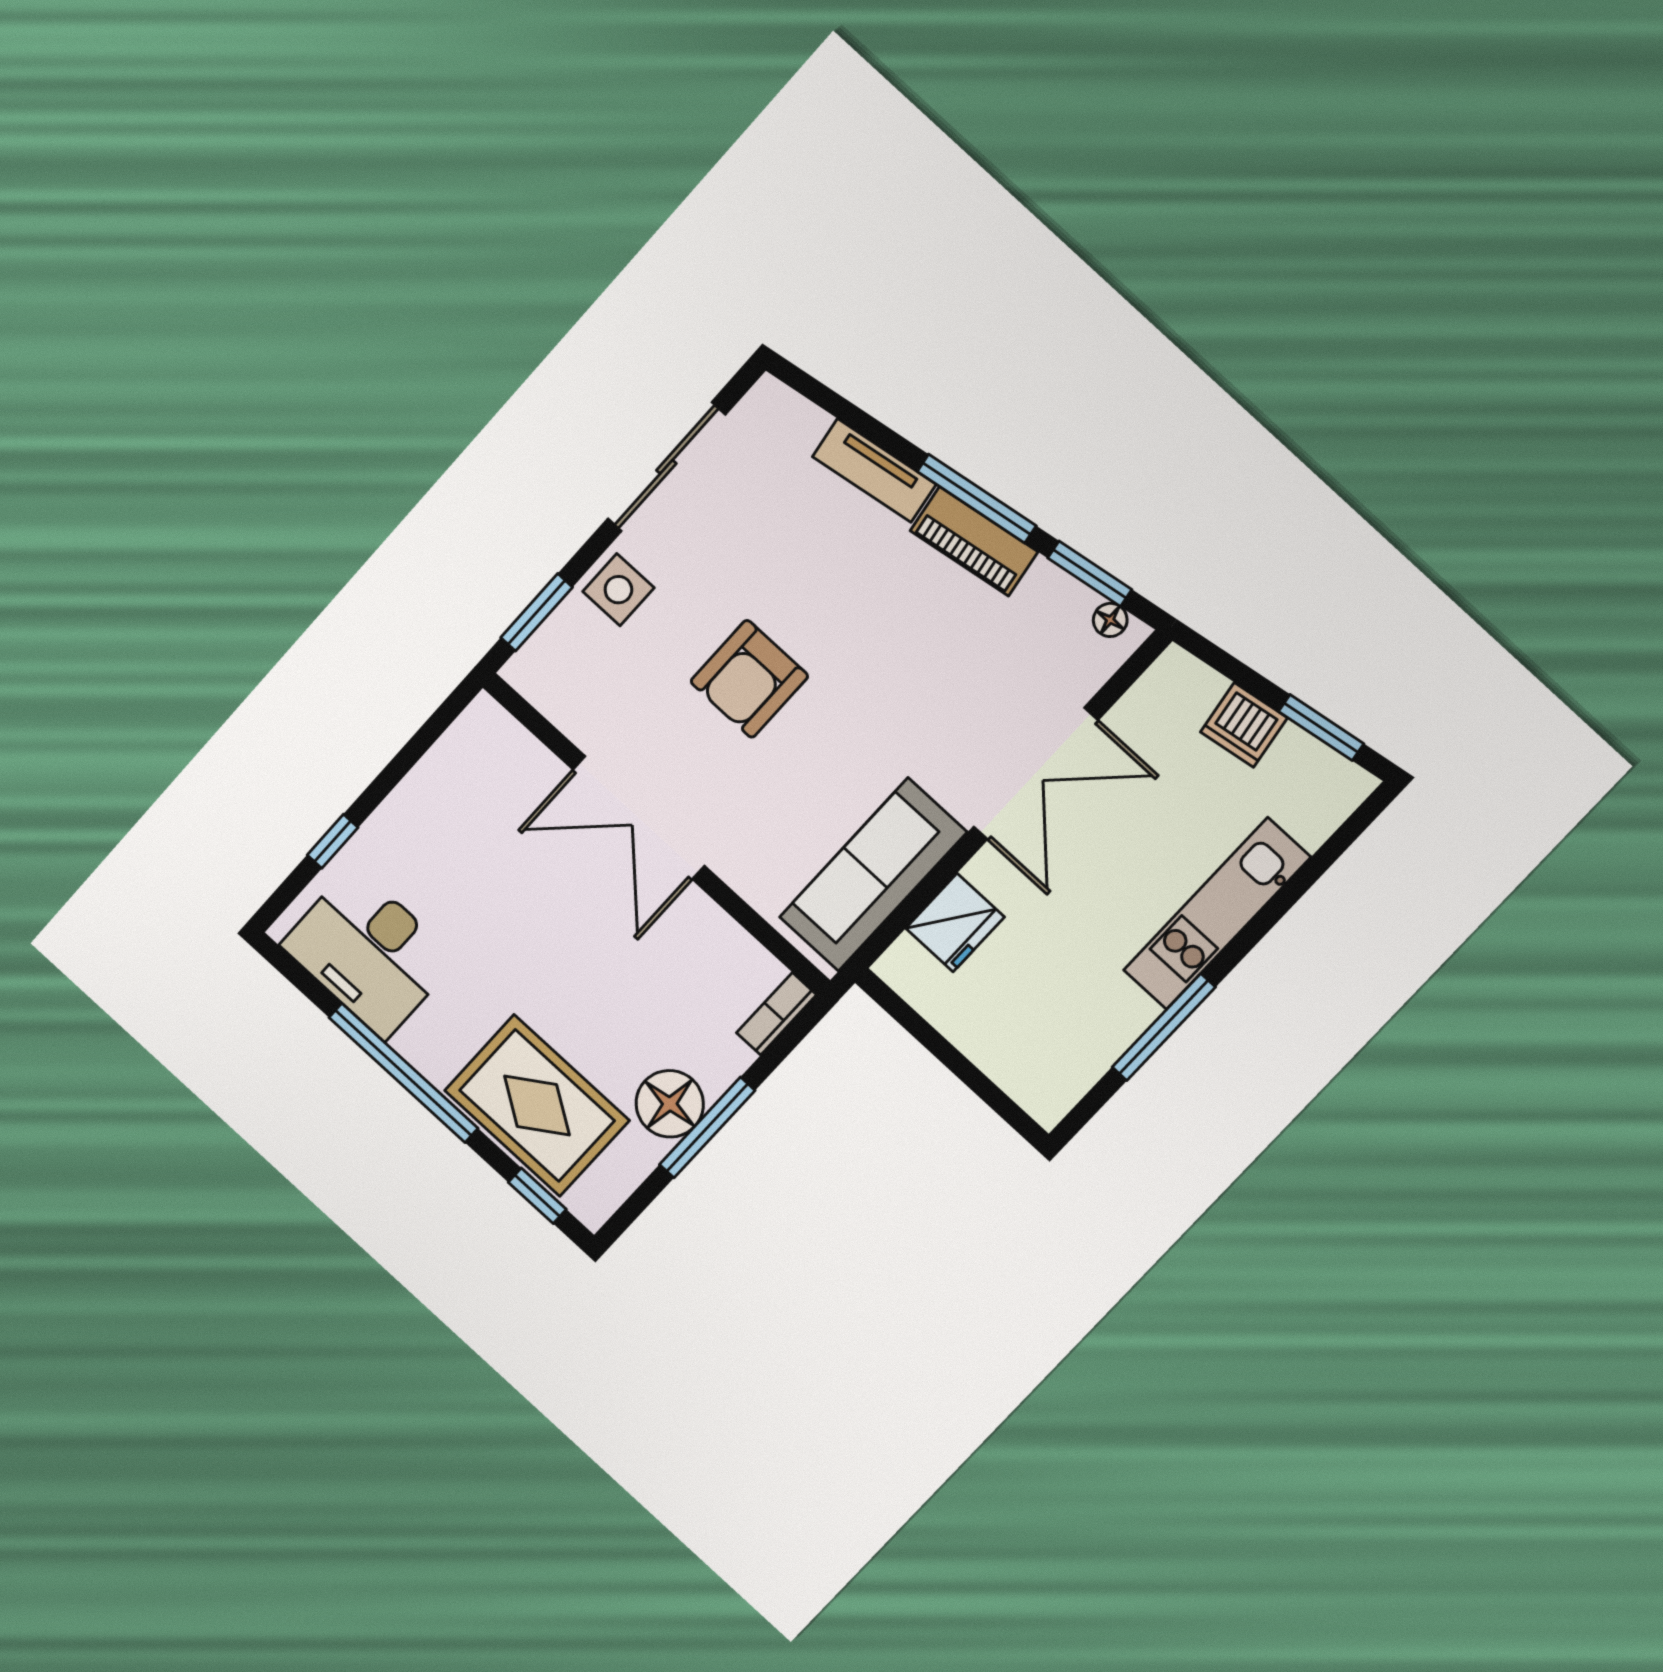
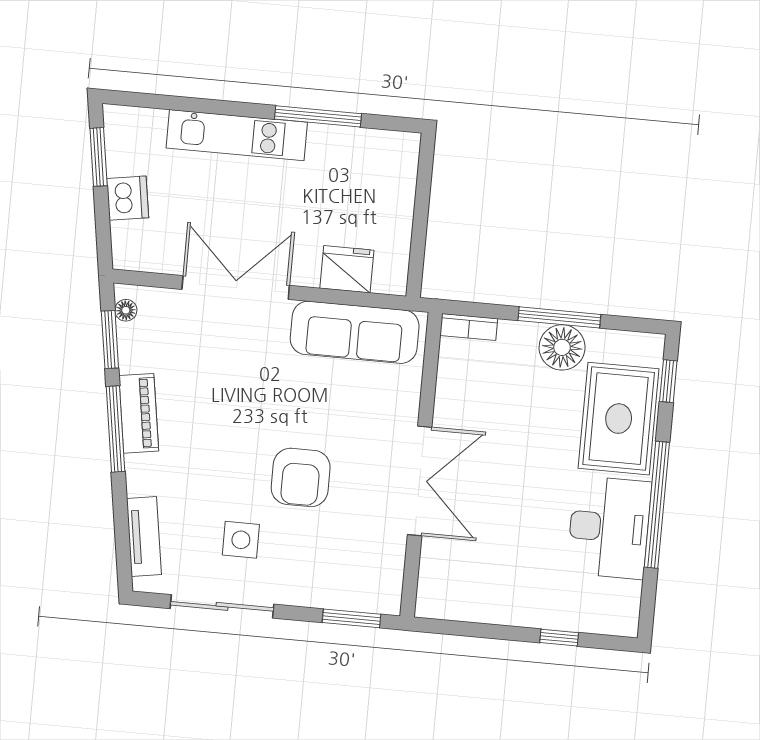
tv unit: (874, 470) -> (144, 536), moved
side table: (618, 590) -> (241, 540), moved
armchair: (749, 679) -> (301, 477), turned 90
desk: (369, 952) -> (609, 527), moved

